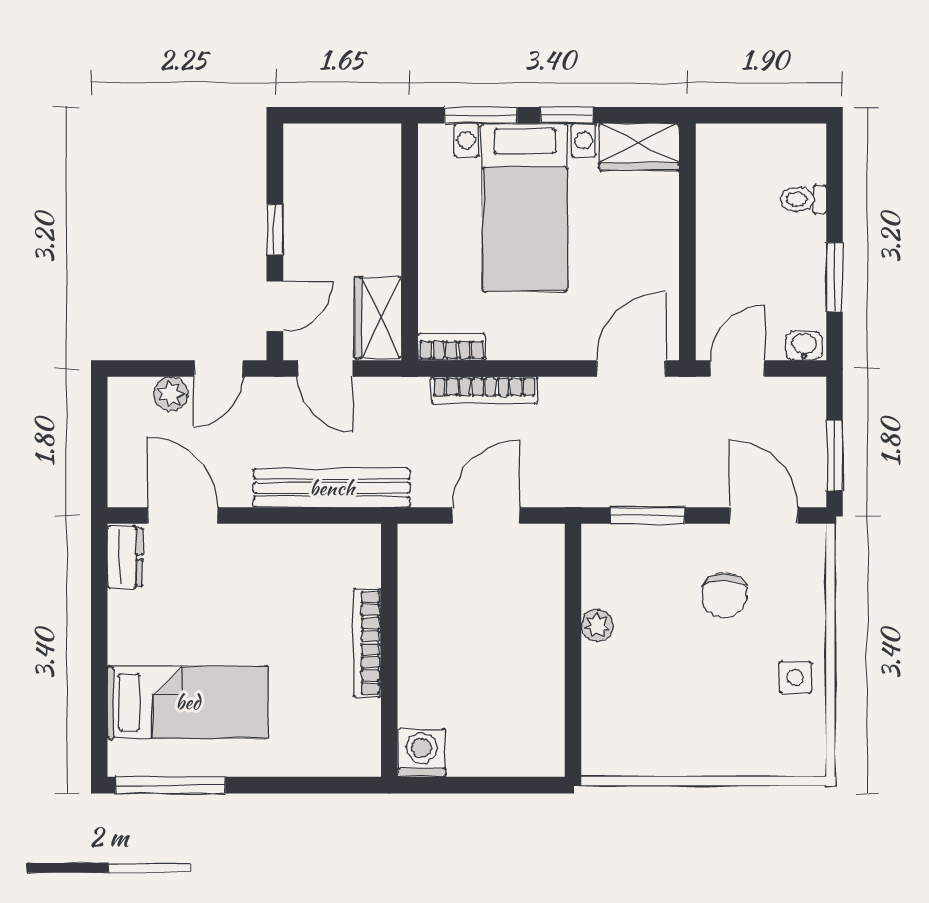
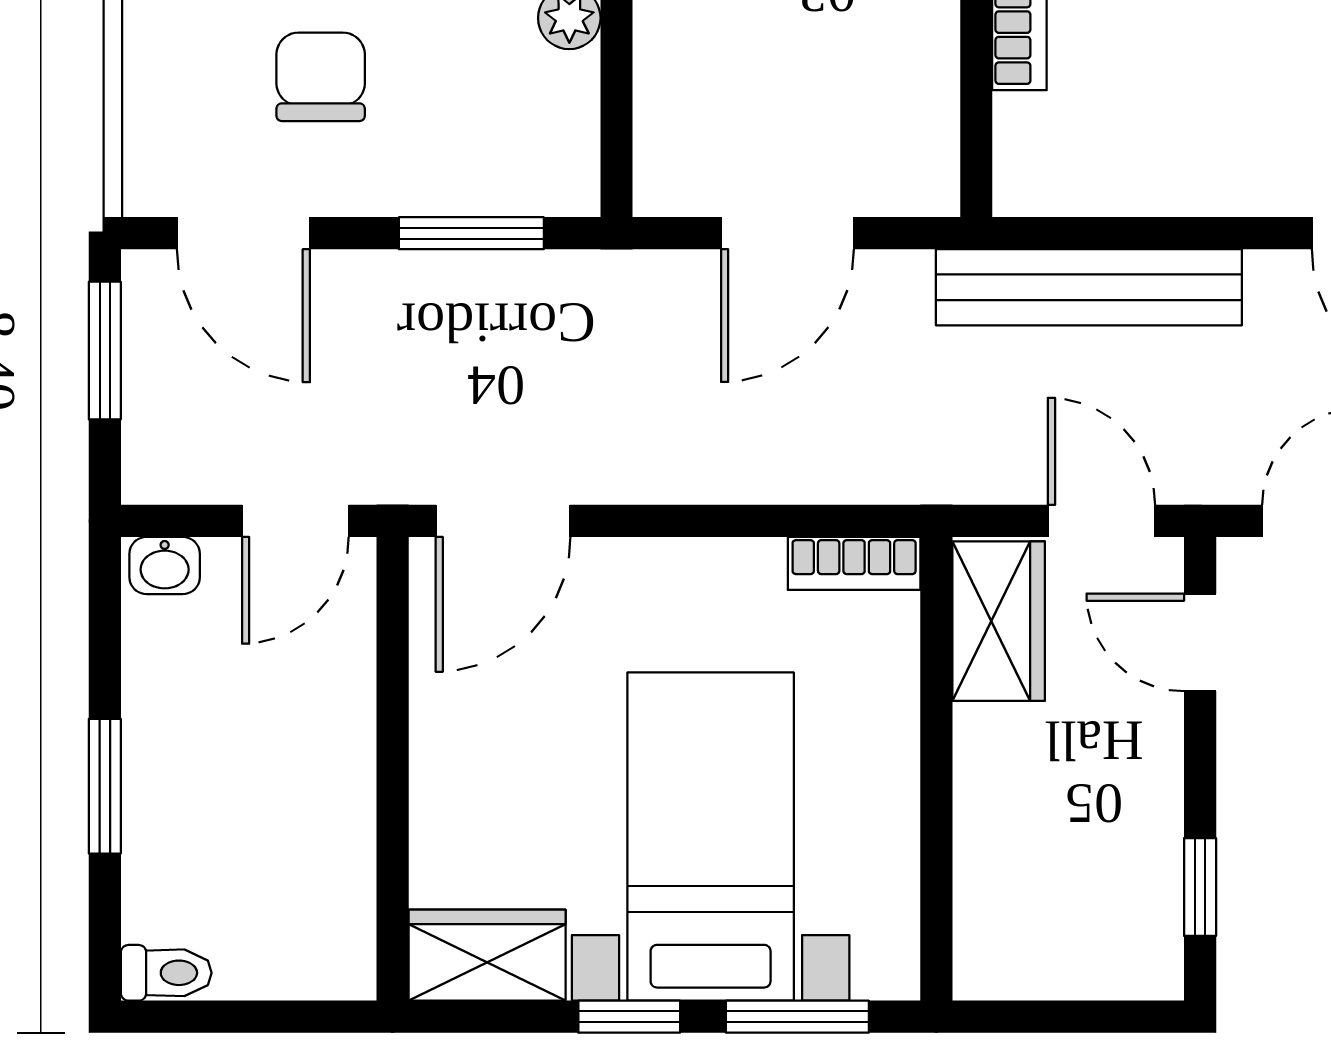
toilet: (803, 199) -> (166, 973), moved
window: (275, 229) -> (1200, 887), moved
window: (834, 277) -> (105, 786), moved
door: (275, 306) -> (1200, 642), hinge flipped
bookcase: (484, 390) -> (790, 478), removed

